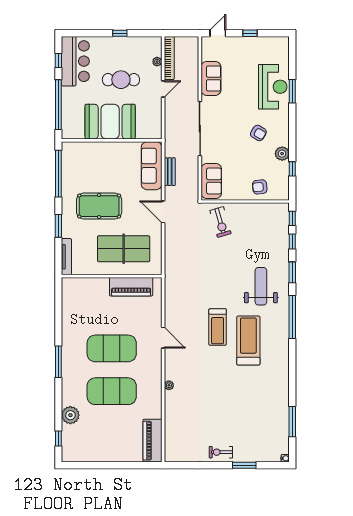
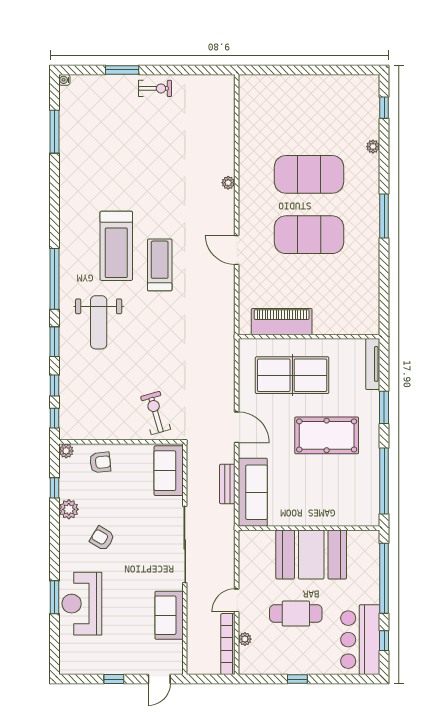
plant: (284, 195) -> (66, 451), added
plant: (70, 415) -> (373, 147), width x0.53, depth x0.53
piano: (152, 441) -> (251, 105), removed

